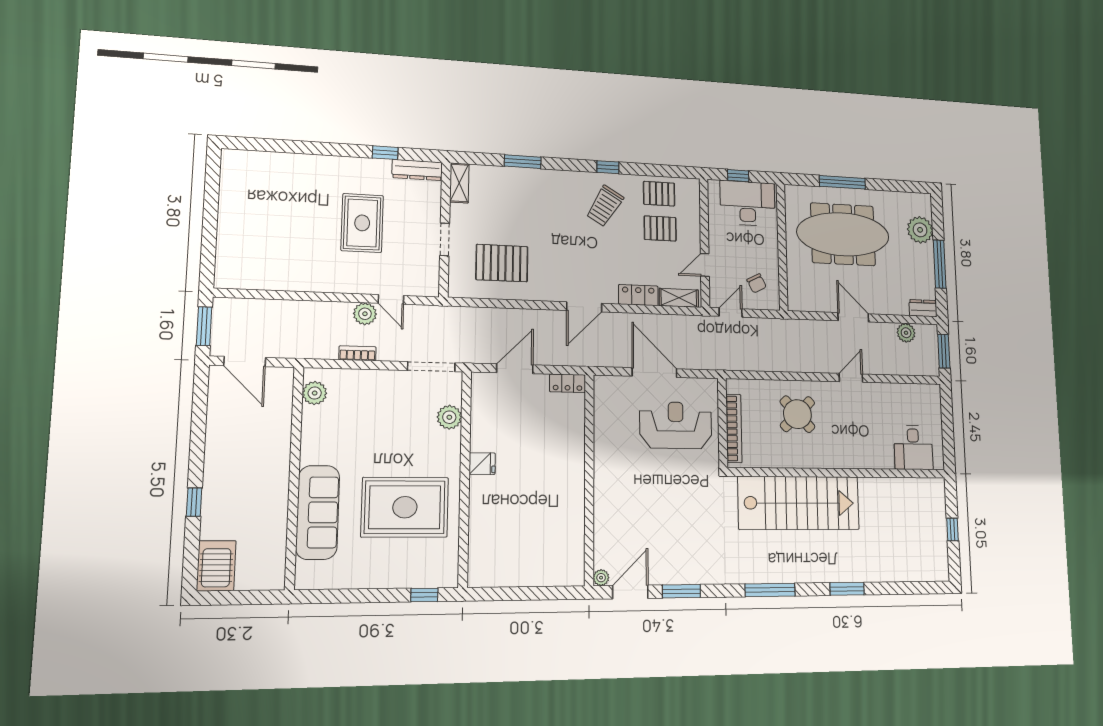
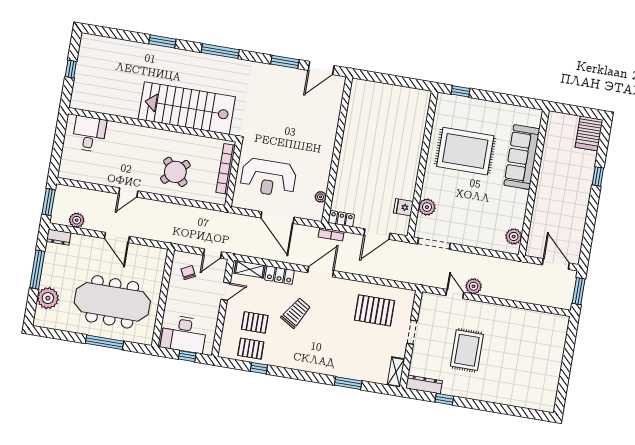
window: (608, 167) -> (259, 368), moved
trolley: (605, 206) -> (296, 313), moved
bookcase: (357, 353) -> (331, 234), moved
fridge: (482, 464) -> (403, 207), moved
plant: (601, 578) -> (321, 197), moved

